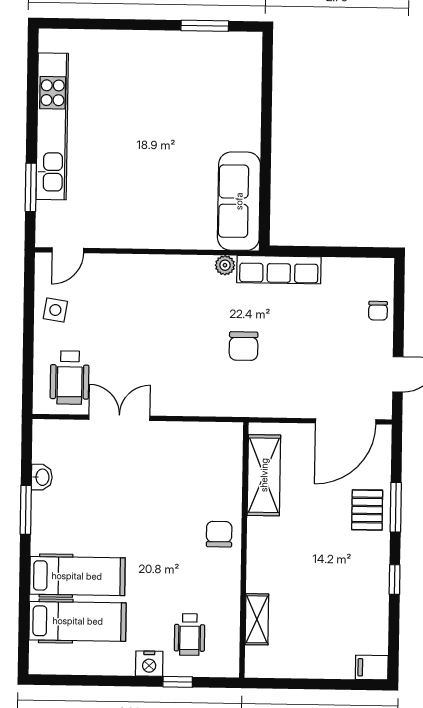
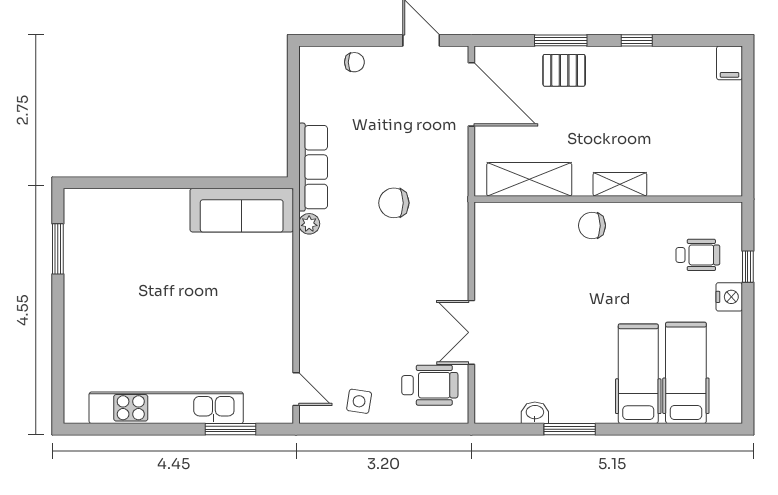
chair: (244, 346) -> (394, 203), turned 180
shelving: (257, 619) -> (620, 184), moved

